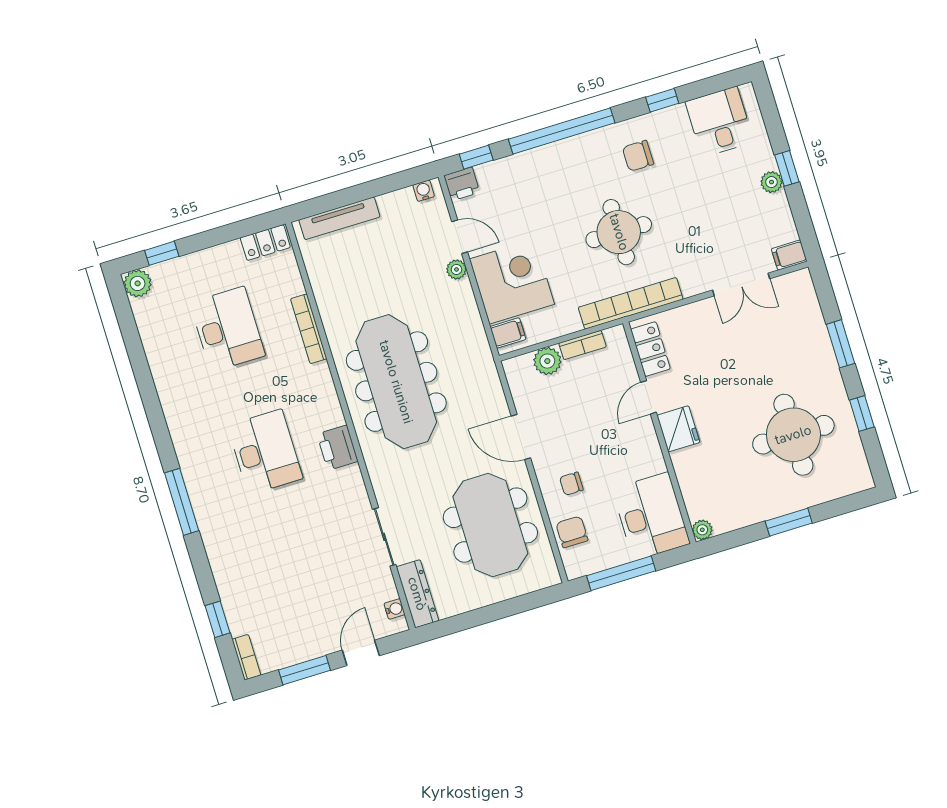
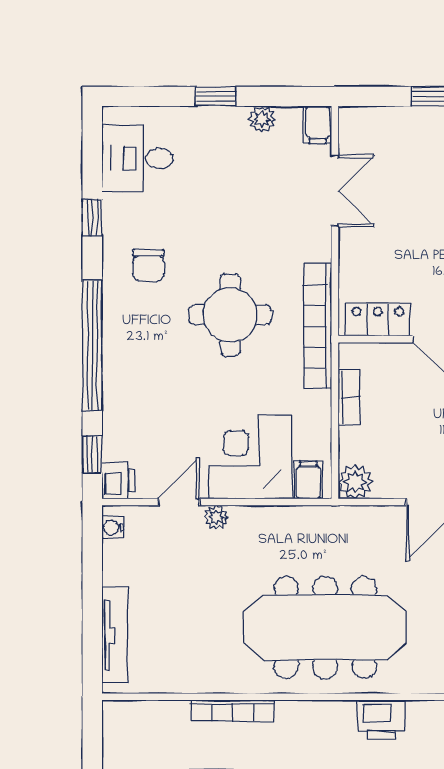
plant: (772, 182) -> (262, 119), moved
locker: (265, 243) -> (117, 730), removed
plant: (547, 361) -> (355, 482), moved

